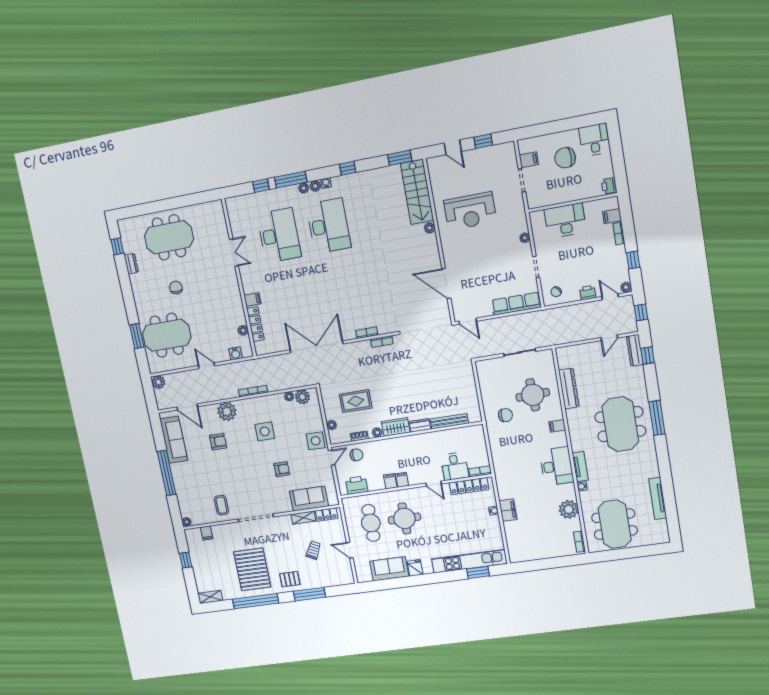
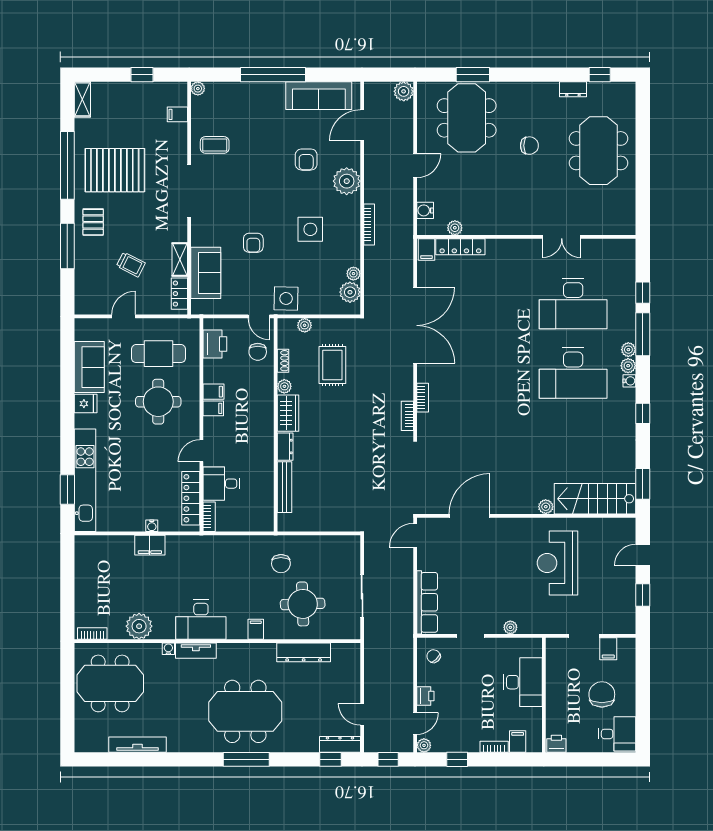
filing cabinet: (252, 300) -> (426, 250), moved

